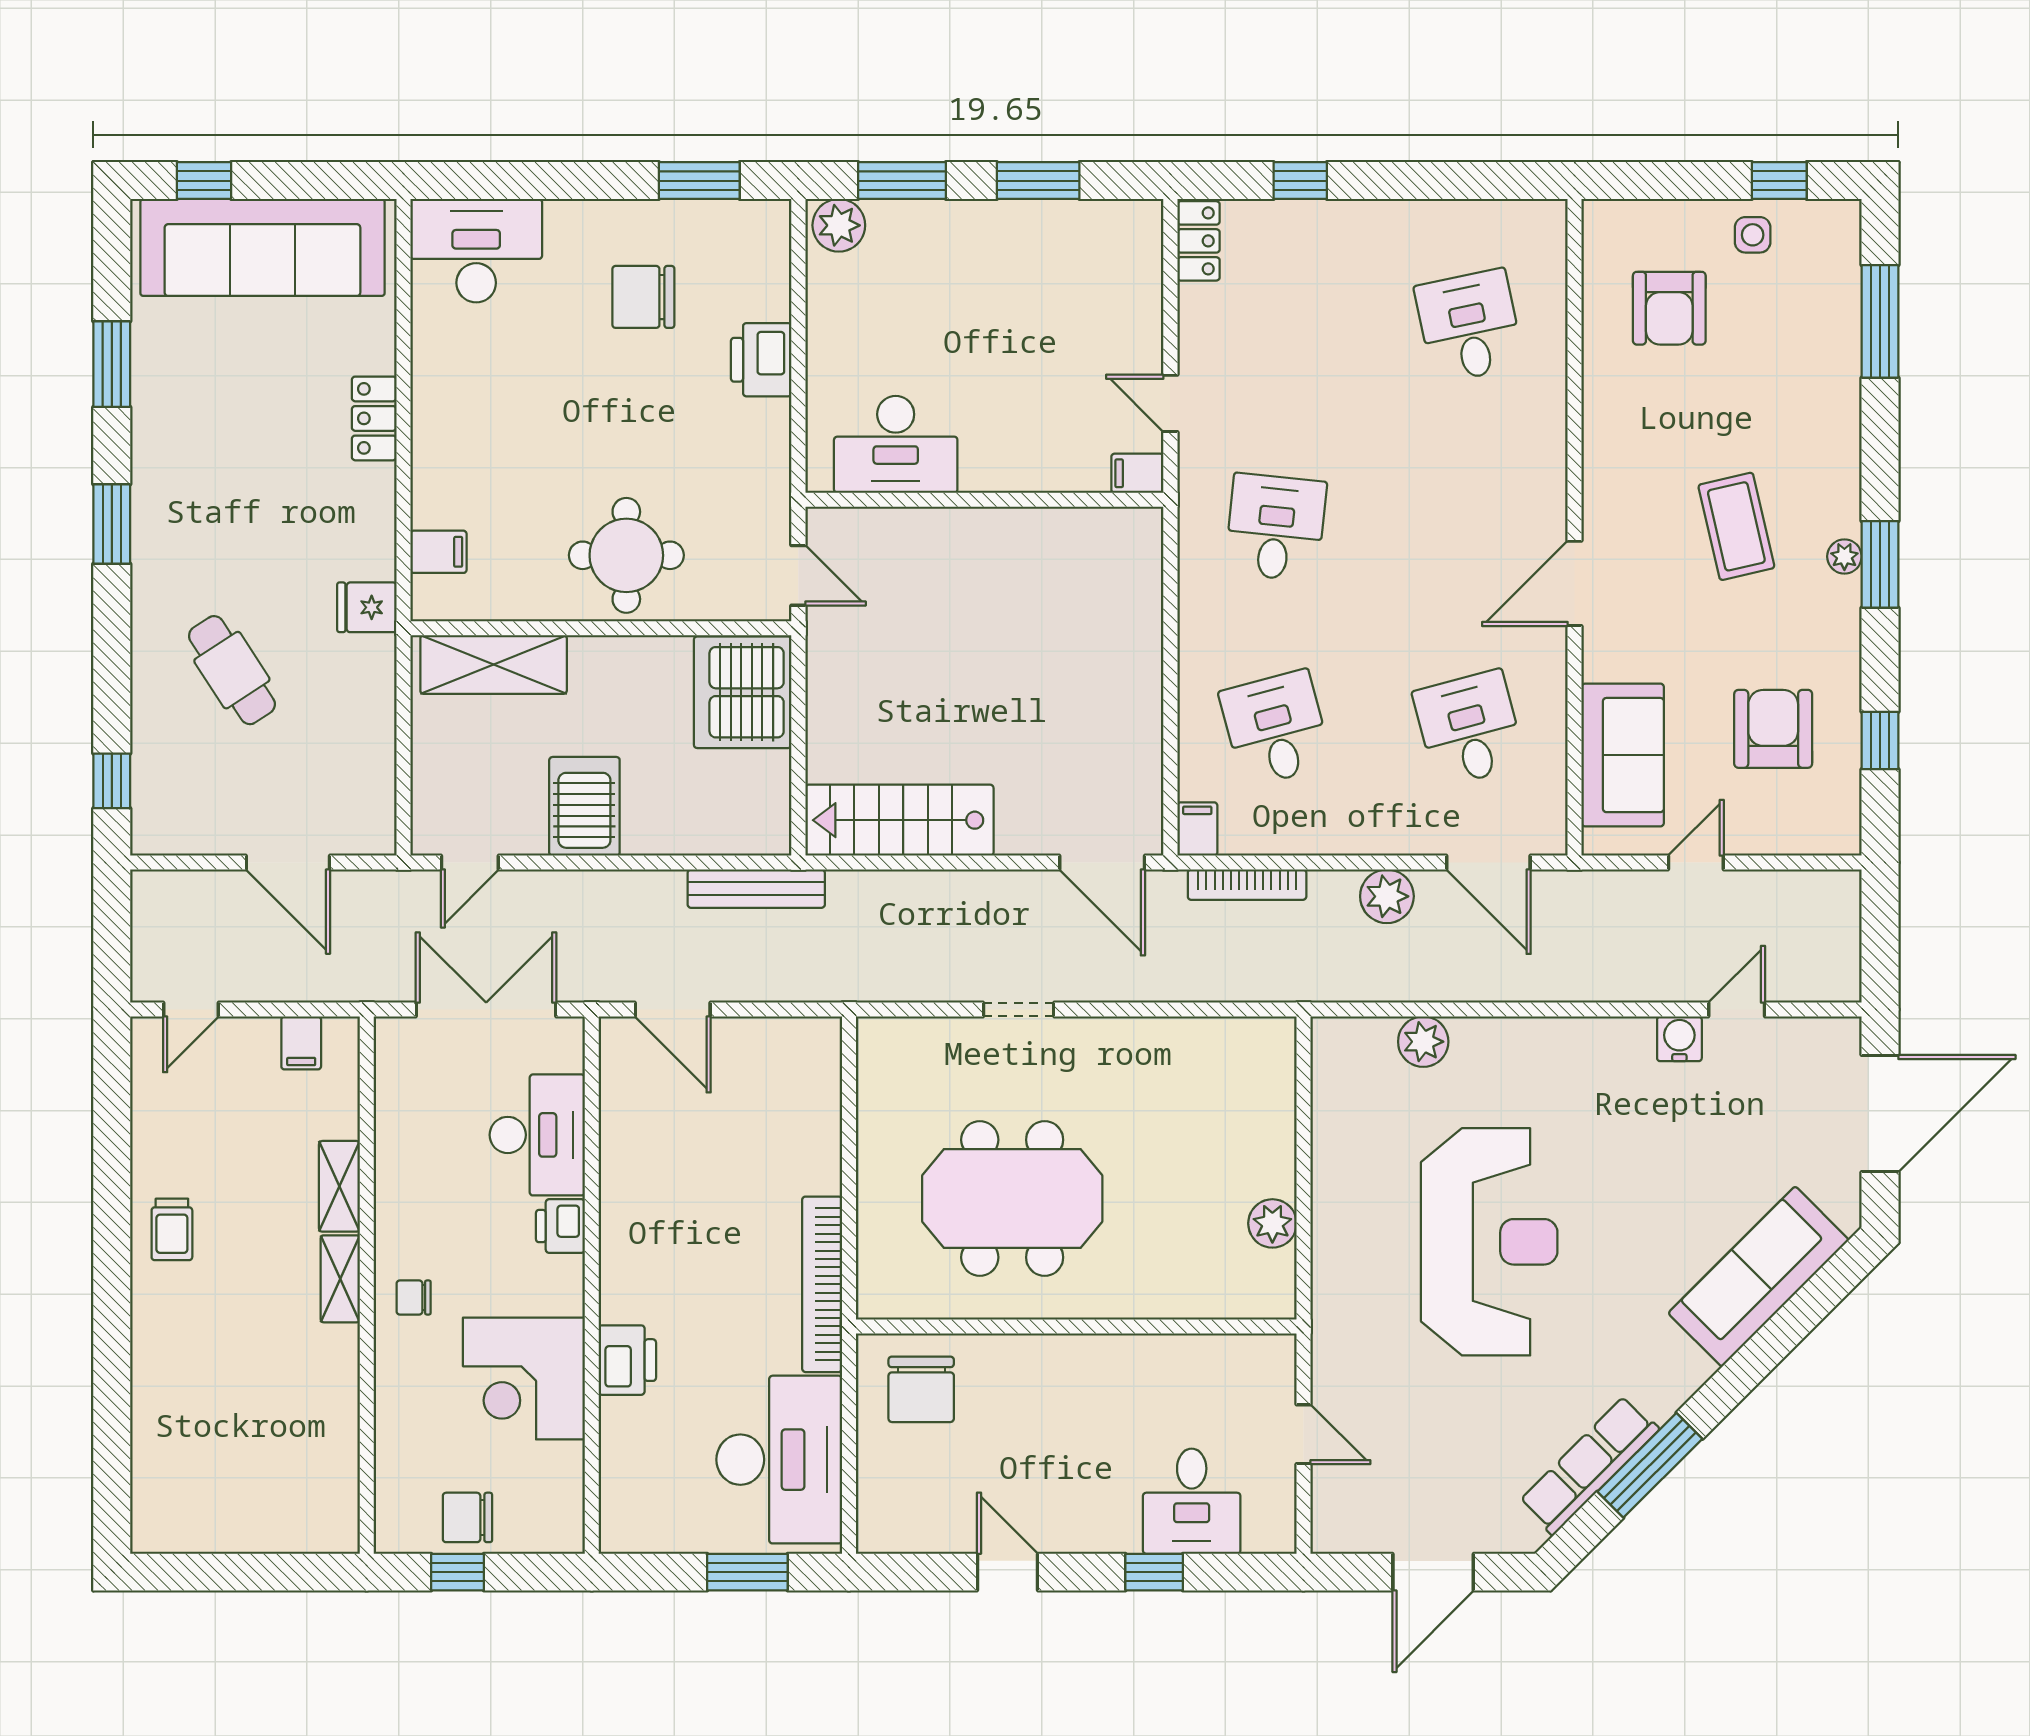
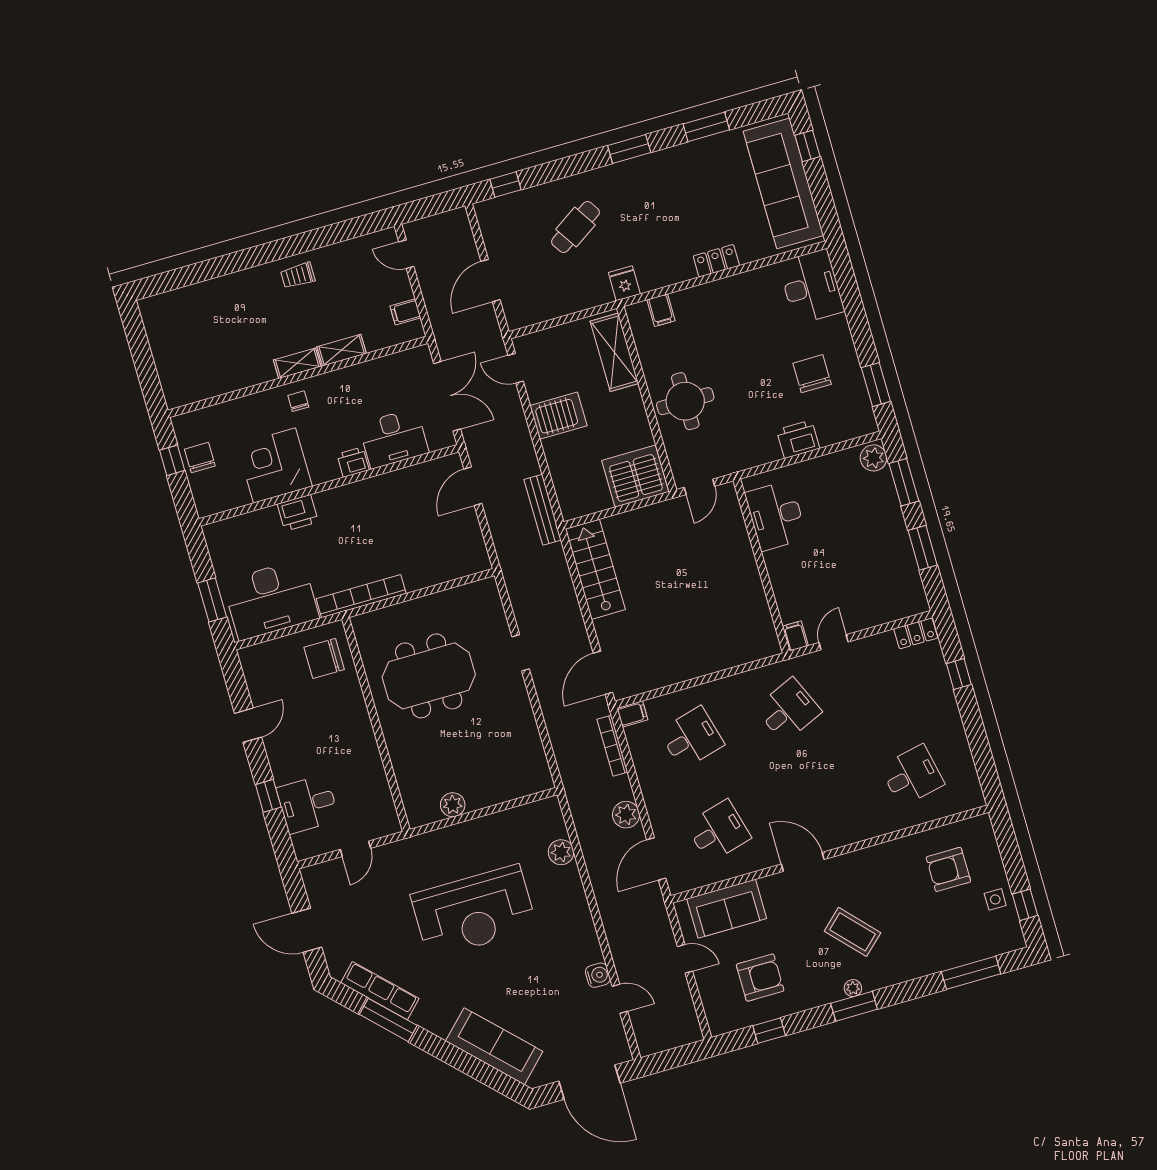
coffee table: (1736, 526) -> (853, 932), turned 60
desk: (1276, 527) -> (788, 710), turned -30
meeting table: (1012, 1199) -> (429, 676), turned 90

